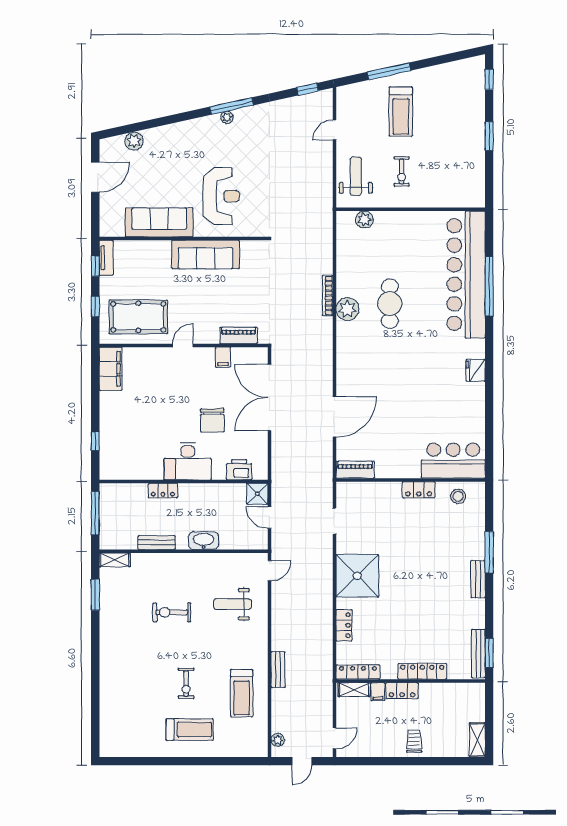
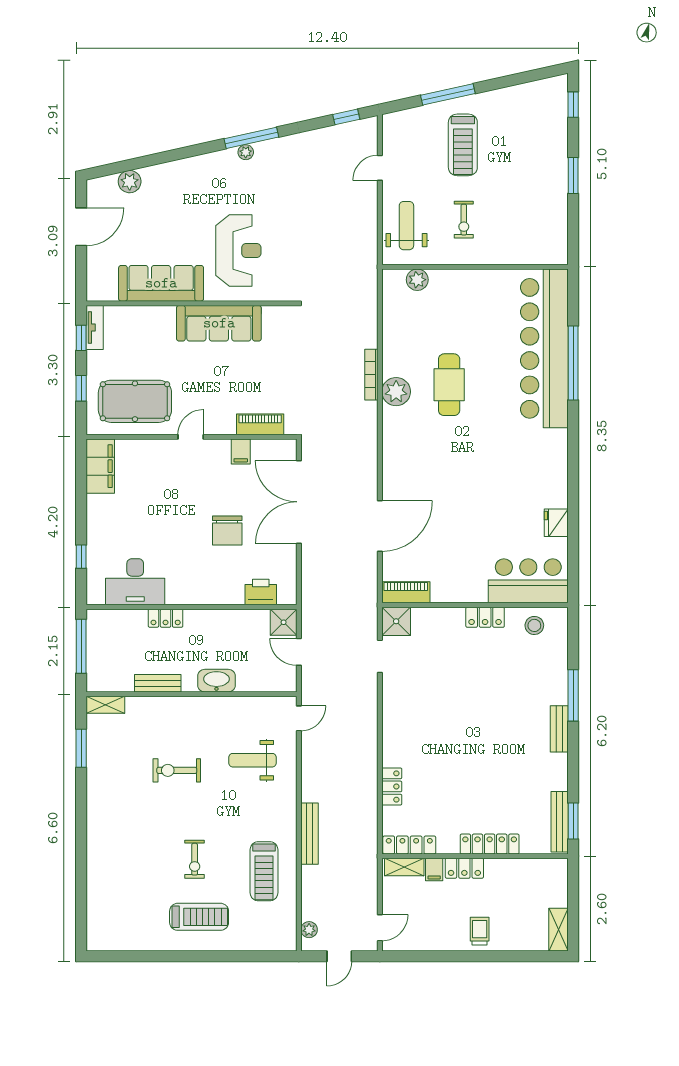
fridge: (476, 370) -> (556, 523), moved
desk: (188, 461) -> (135, 582), moved
shower: (357, 576) -> (396, 621), moved, width x0.54, depth x0.54
bench: (278, 670) -> (309, 834), width x1.36

